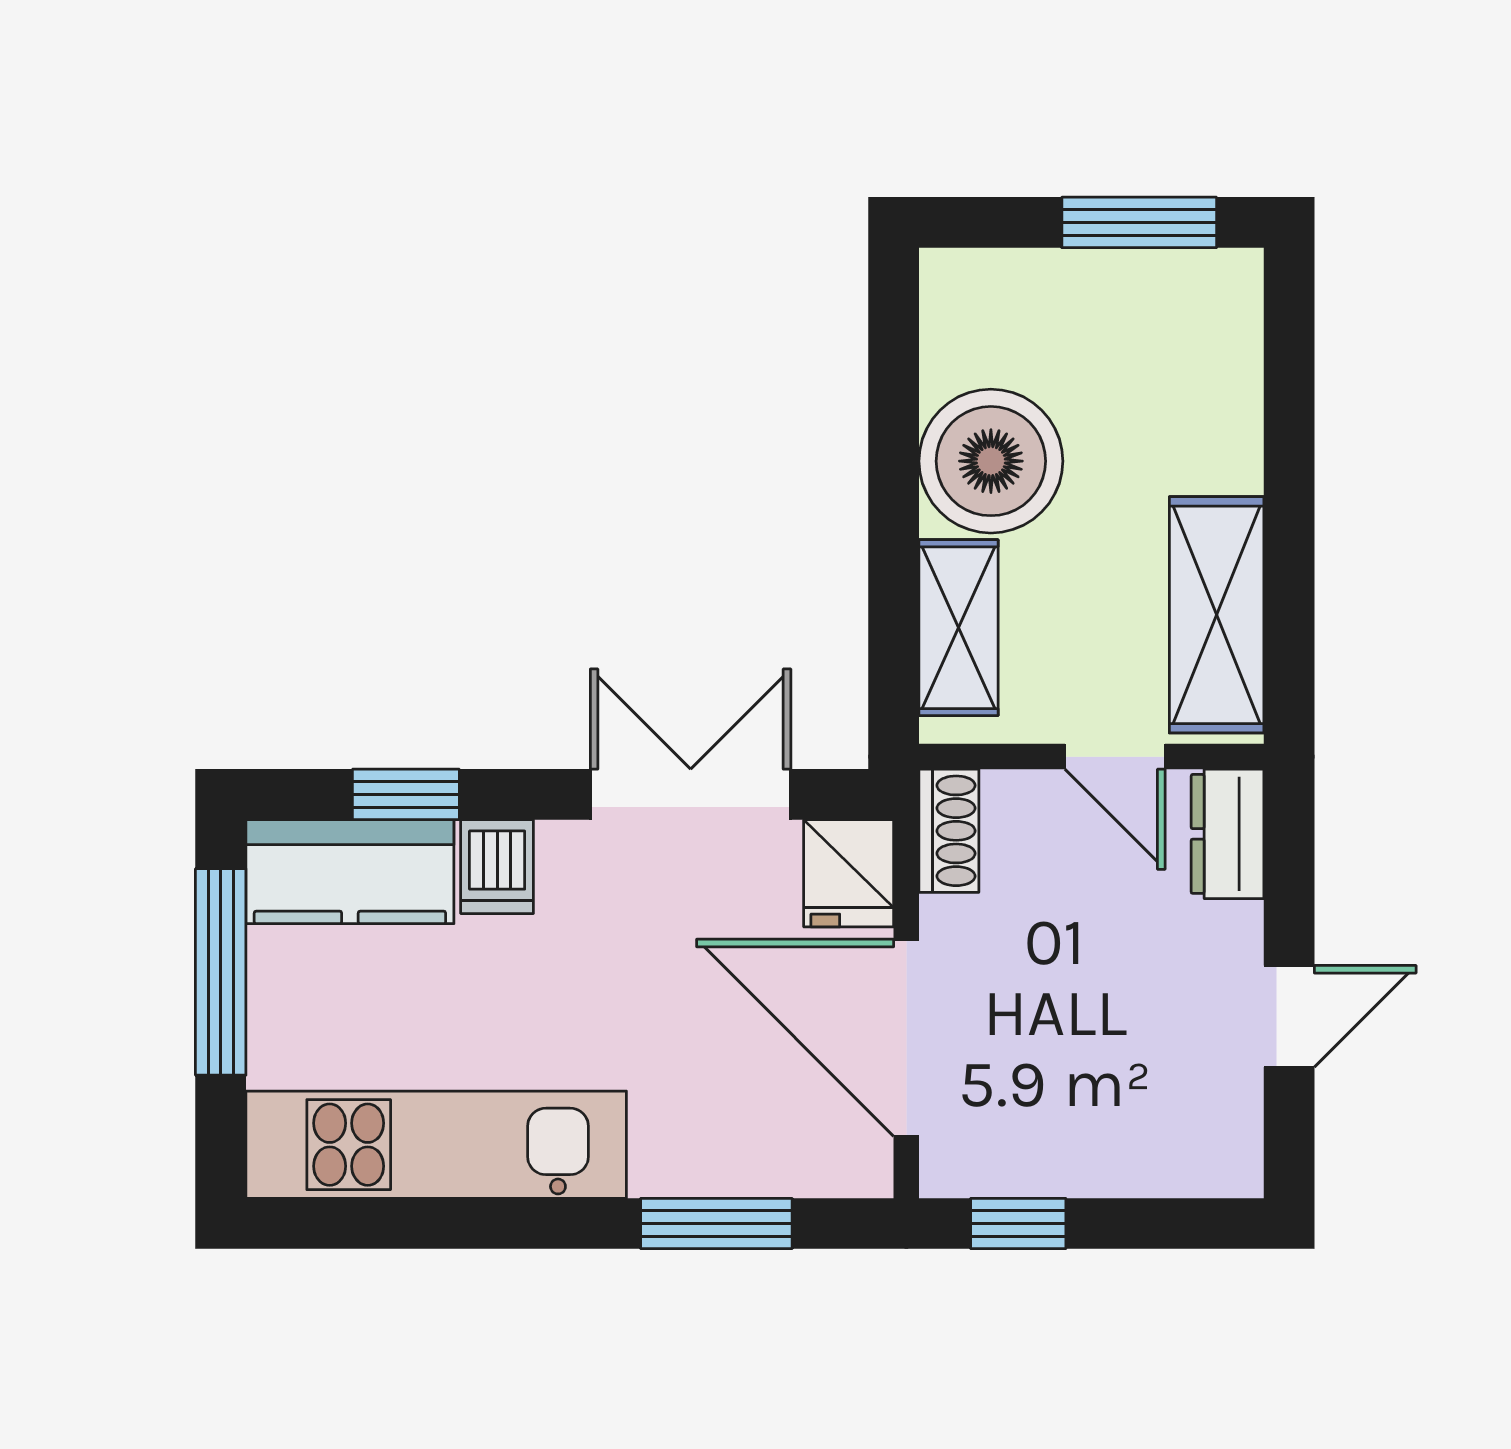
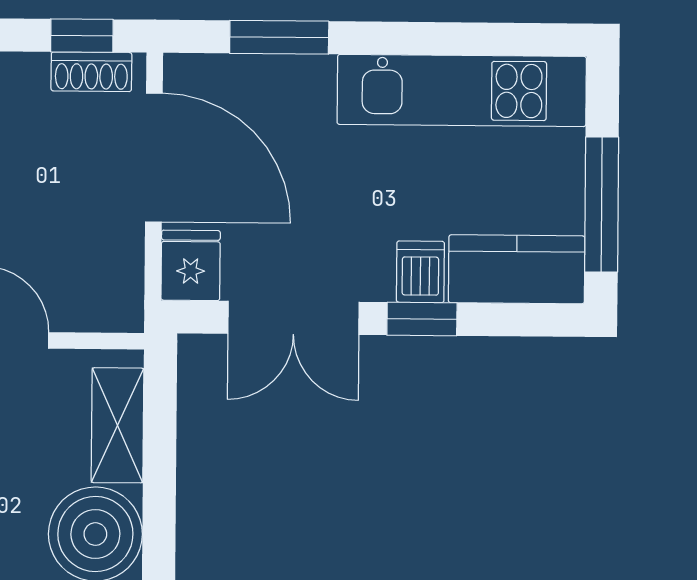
window: (406, 794) -> (422, 319), moved
shoe rack: (949, 831) -> (91, 72), moved, turned -90

